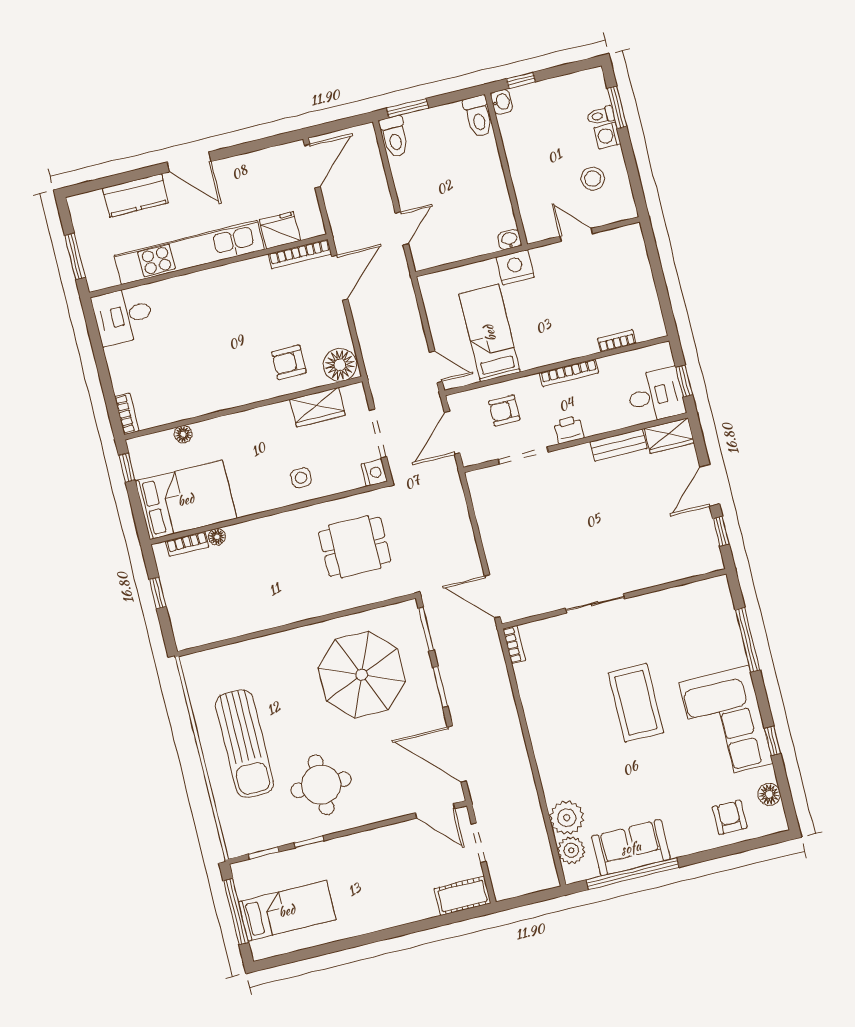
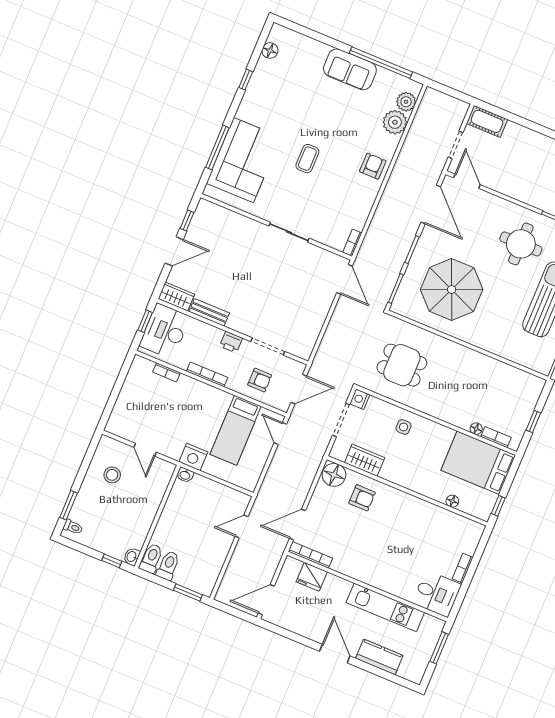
toilet: (601, 116) -> (73, 527), moved
washing machine: (607, 136) -> (86, 493), removed
toilet: (394, 137) -> (168, 566), moved
kitchen unit: (189, 252) -> (385, 607), width x0.73
desk: (656, 395) -> (165, 331), width x1.37
bookcase: (127, 414) -> (463, 568), moved
coffee table: (636, 703) -> (307, 159), width x0.54, depth x0.58
corner sofa: (726, 723) -> (243, 160), moved
armchair: (730, 817) -> (373, 166), moved, turned 180
sofa: (631, 848) -> (350, 69), moved

